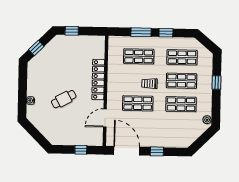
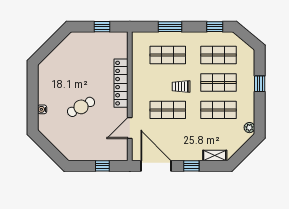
window: (72, 31) -> (102, 27), moved
window: (166, 33) -> (215, 27), moved
window: (36, 48) -> (48, 48), removed
shelving: (177, 143) -> (215, 155), added

